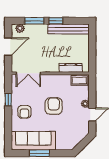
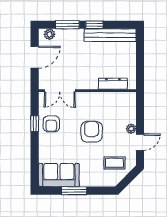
coffee table: (79, 80) -> (114, 163), moved
armchair: (24, 112) -> (51, 124), moved
sofa: (33, 141) -> (59, 175), width x0.73

